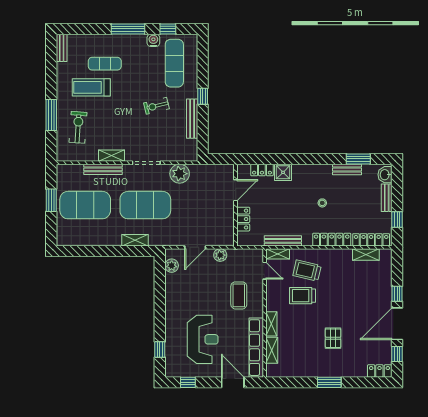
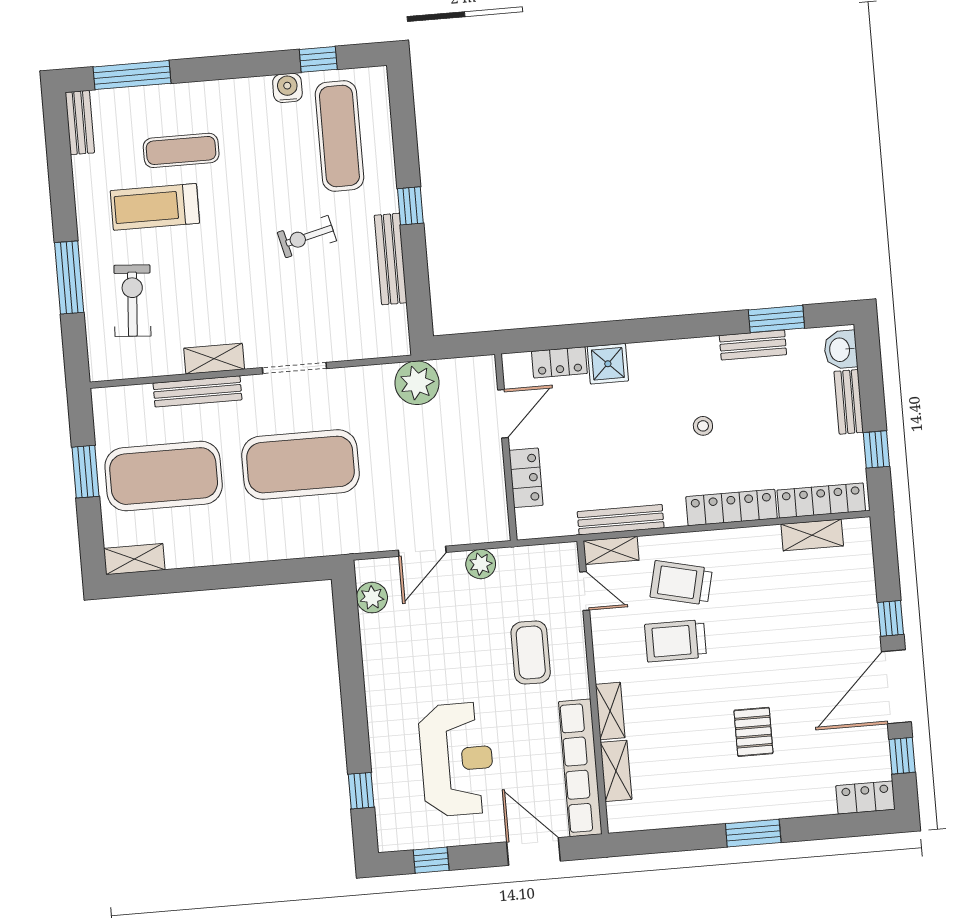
window: (128, 29) -> (132, 75), moved
plant: (180, 174) -> (417, 383), moved
shelving: (135, 240) -> (134, 559), moved

